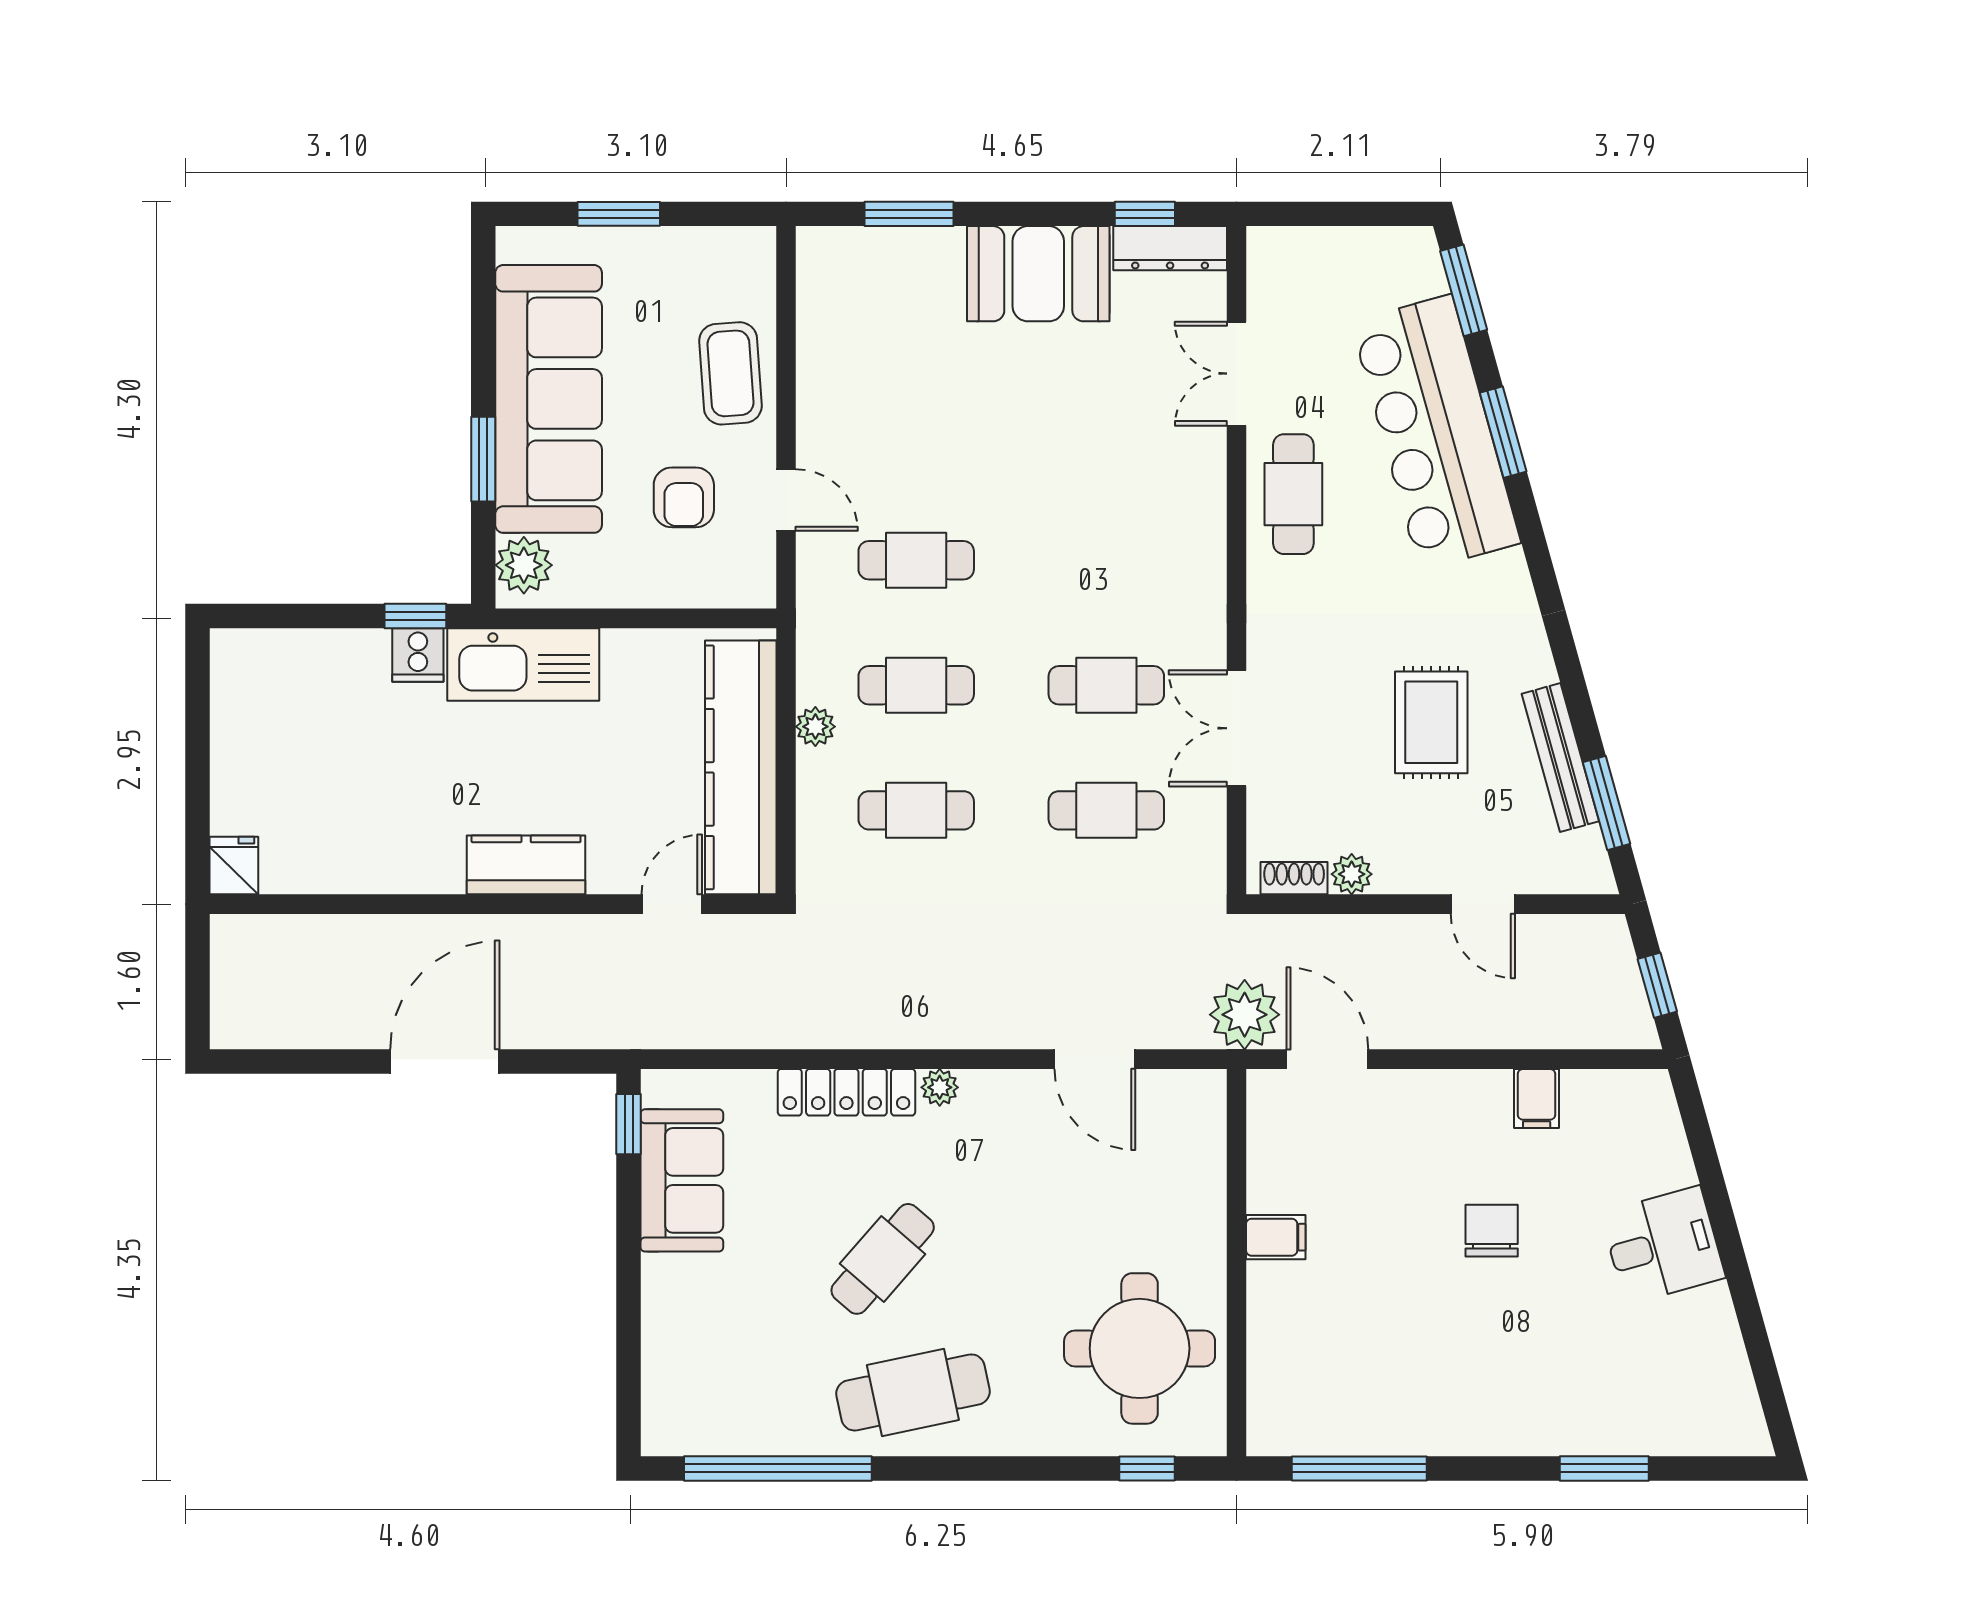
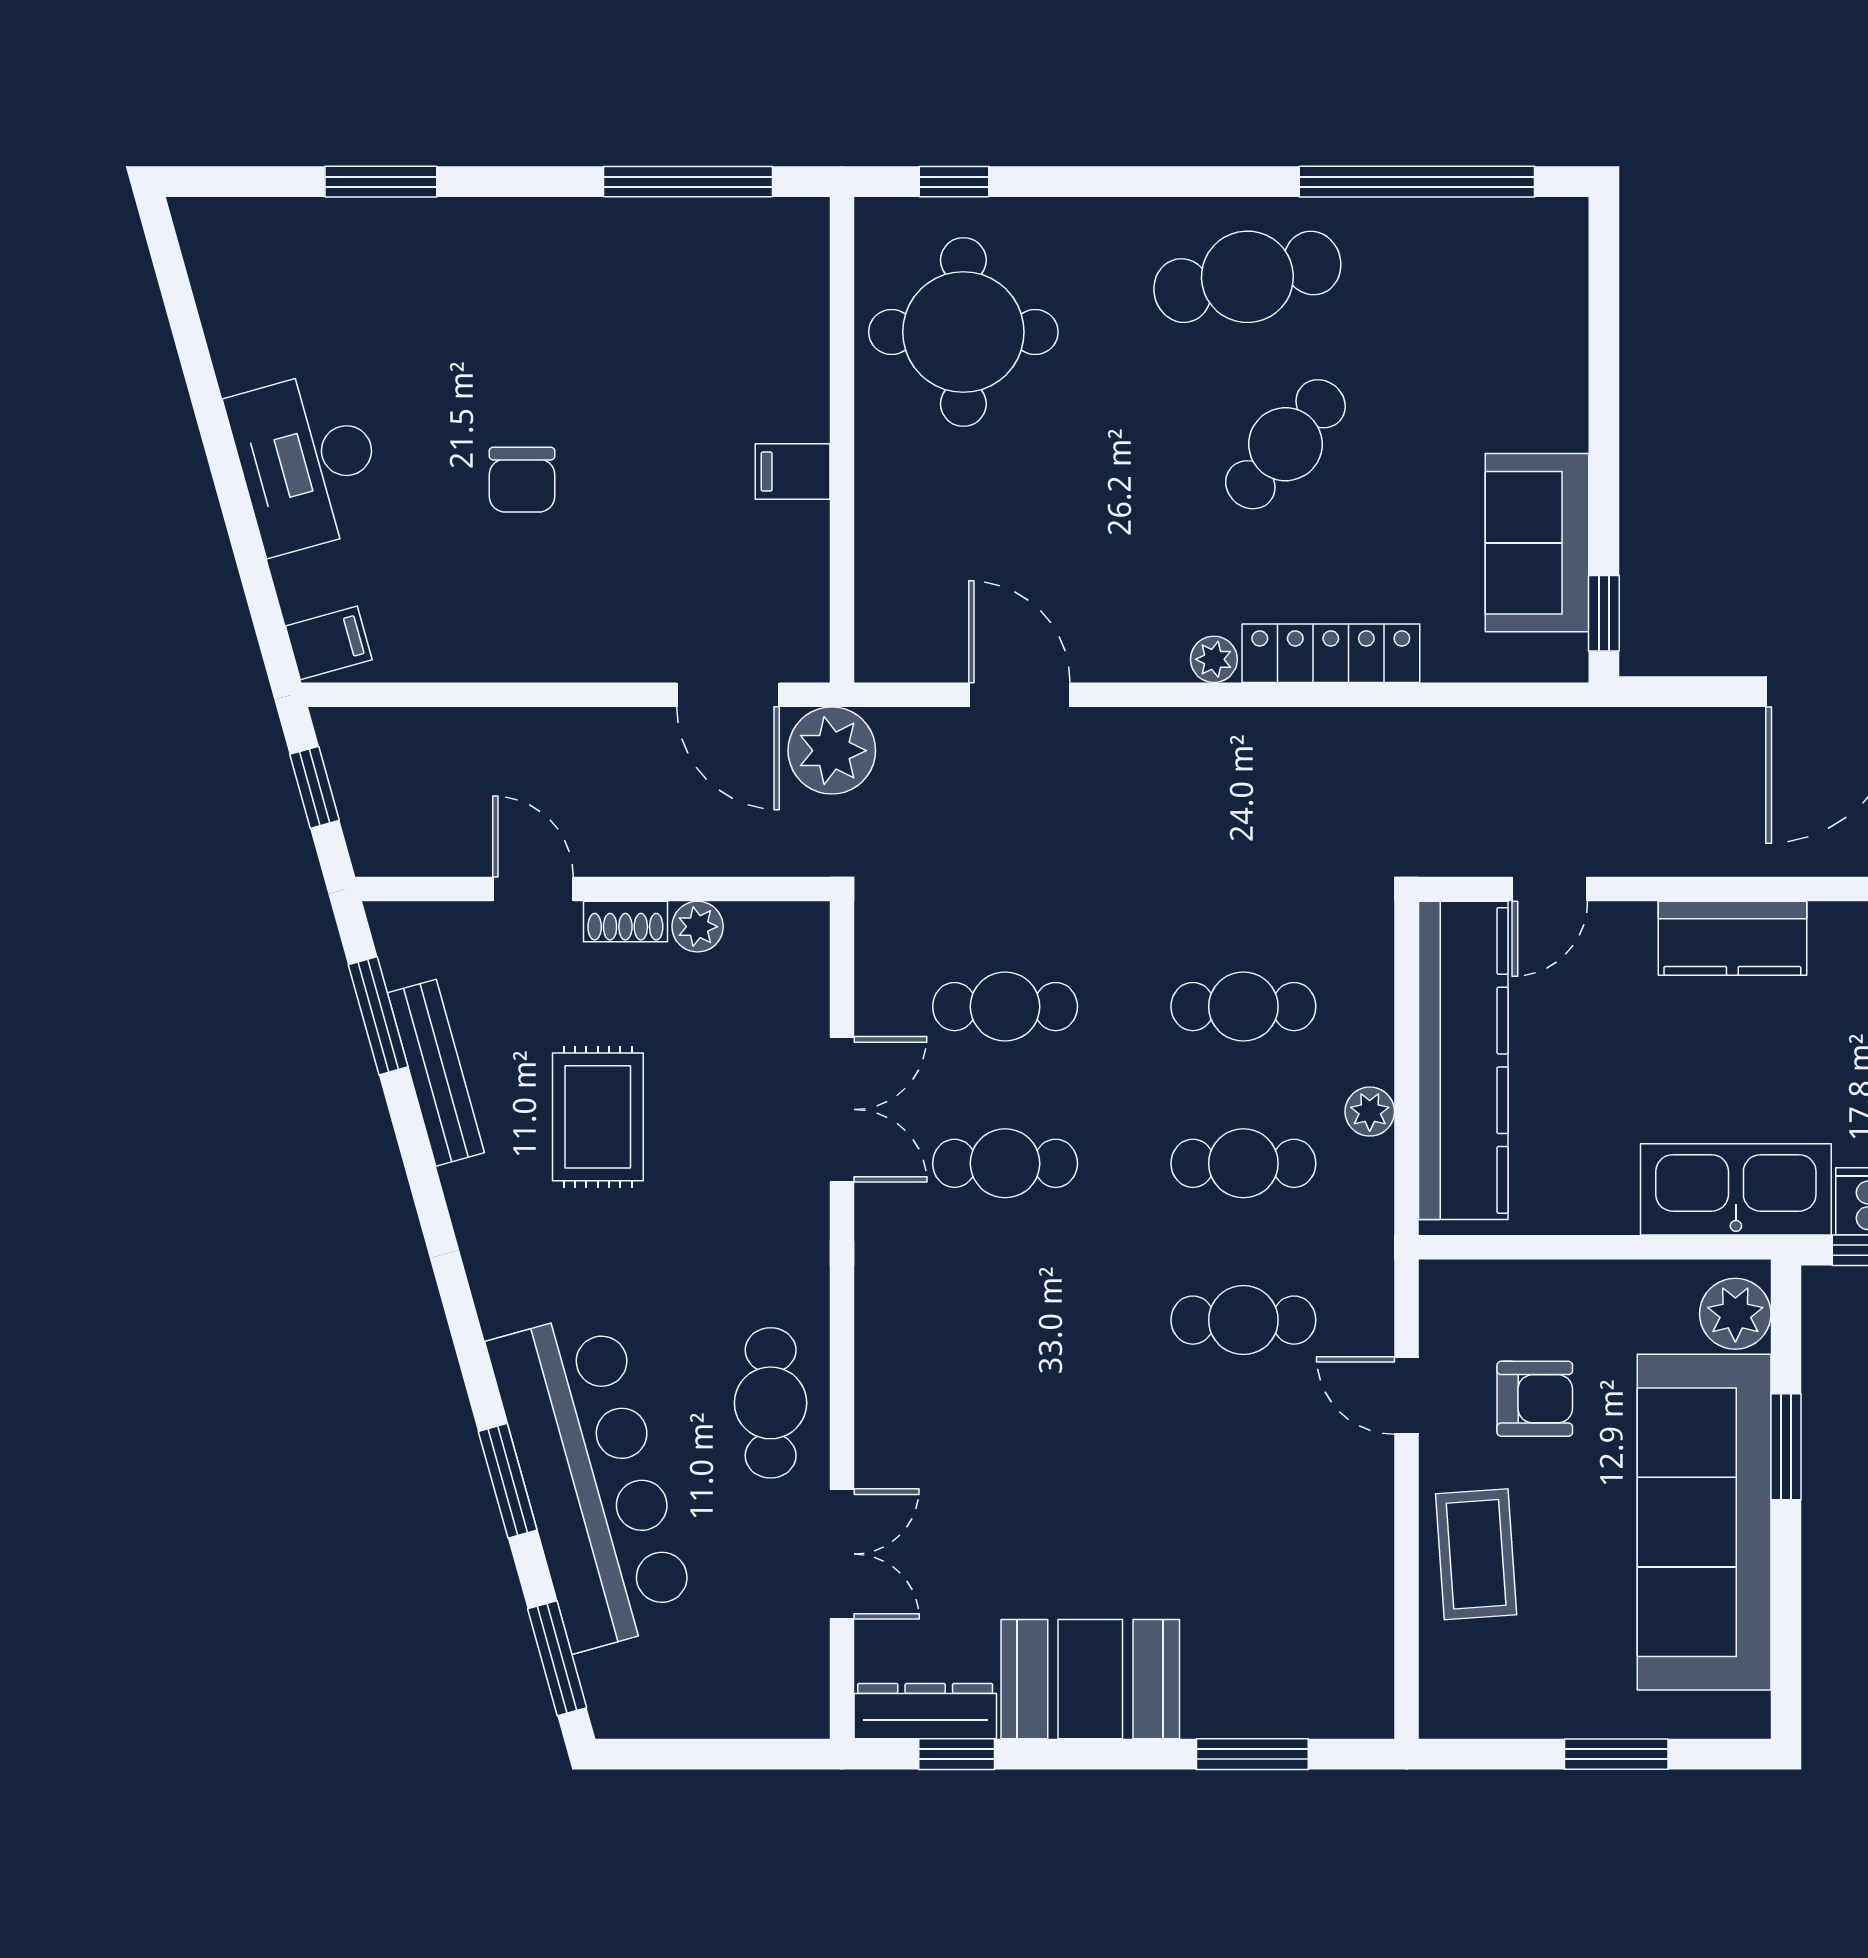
armchair: (684, 497) -> (1535, 1399), turned 90
shoe rack: (1294, 878) -> (625, 921), moved
filing cabinet: (1537, 1099) -> (329, 643), moved, turned 74
desk: (1663, 1245) -> (307, 461), width x1.37

